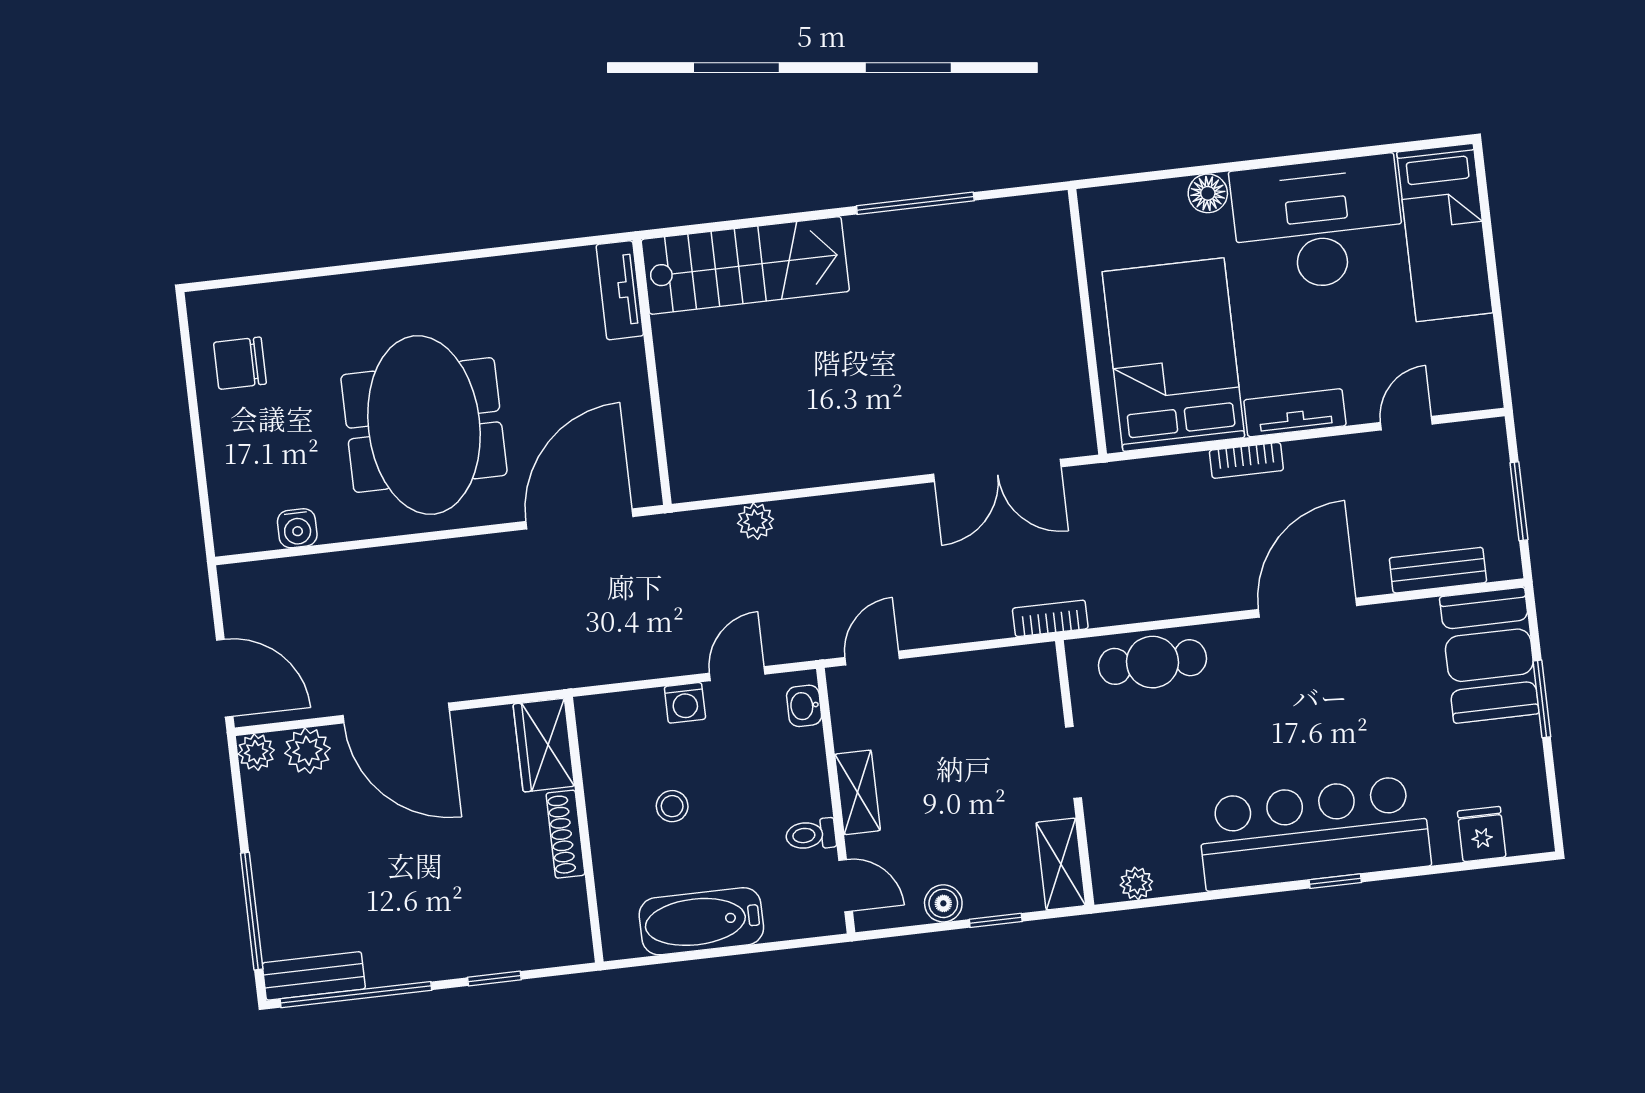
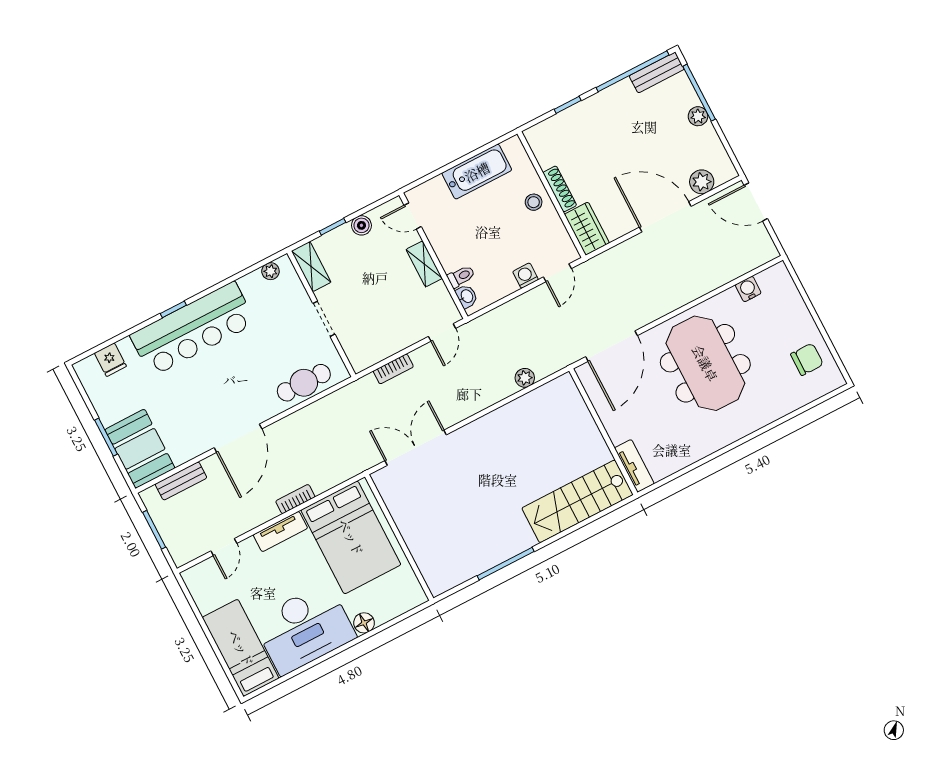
bookcase: (1050, 618) -> (393, 369), moved
door: (737, 674) -> (557, 273), moved
plant: (256, 752) -> (698, 116), moved
stool: (672, 806) -> (534, 202), moved
toilet: (811, 835) -> (461, 276), moved

